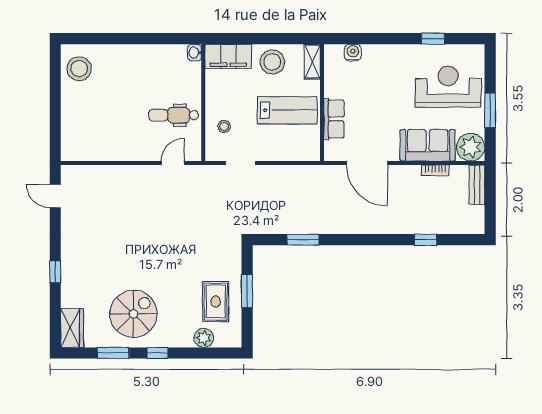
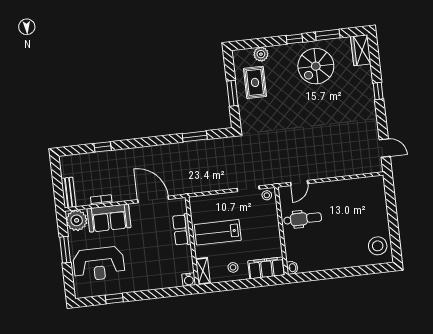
water cooler: (353, 53) -> (189, 280), moved
stool: (272, 62) -> (233, 267), width x0.53, depth x0.53
stool: (224, 126) -> (267, 195), moved

